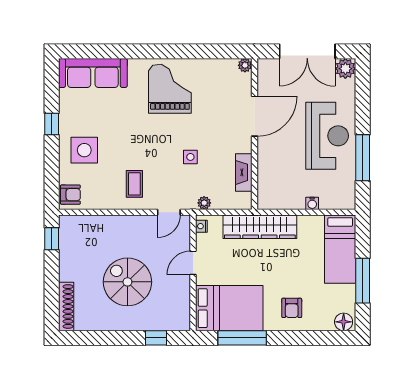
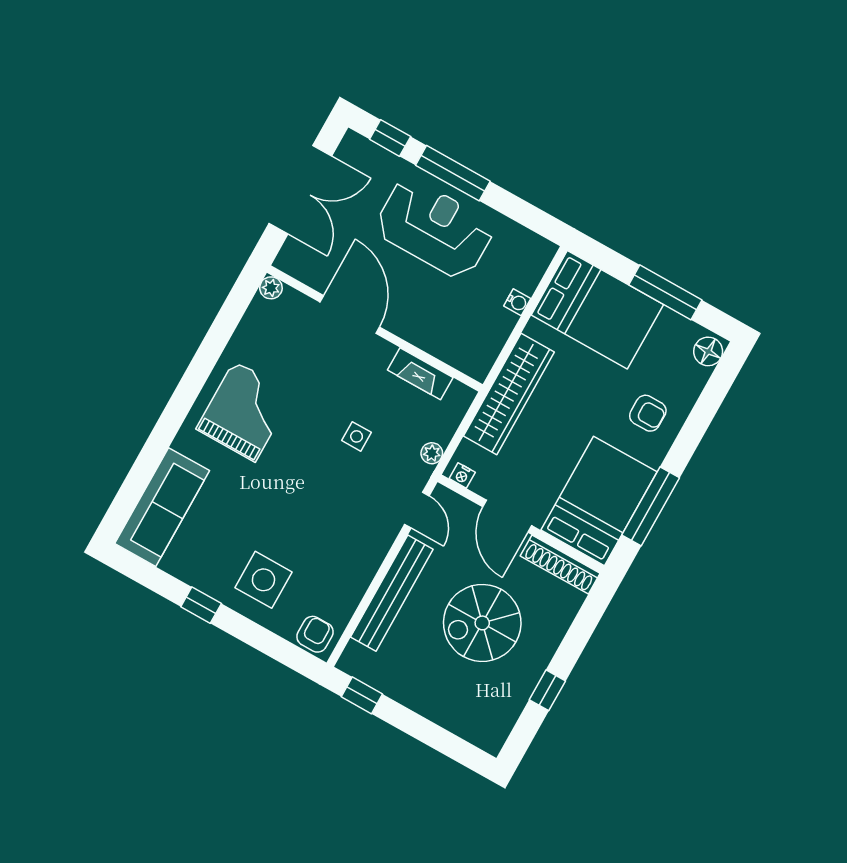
plant: (345, 69) -> (355, 150), removed
window: (363, 84) -> (390, 138), added
grand piano: (170, 89) -> (245, 411), turned 90
window: (363, 158) -> (453, 173), moved
coffee table: (134, 184) -> (350, 536), removed
bench: (116, 224) -> (392, 593), added
bed: (340, 249) -> (597, 310), width x1.50
door: (193, 263) -> (507, 516), width x1.38
shoe rack: (66, 306) -> (560, 565), moved, turned 180
window: (156, 338) -> (547, 690), moved

